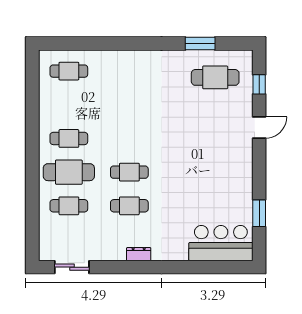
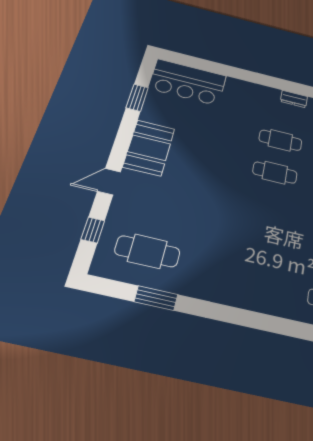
booth: (237, 167) -> (149, 148), added
dresser: (139, 254) -> (294, 99), moved

